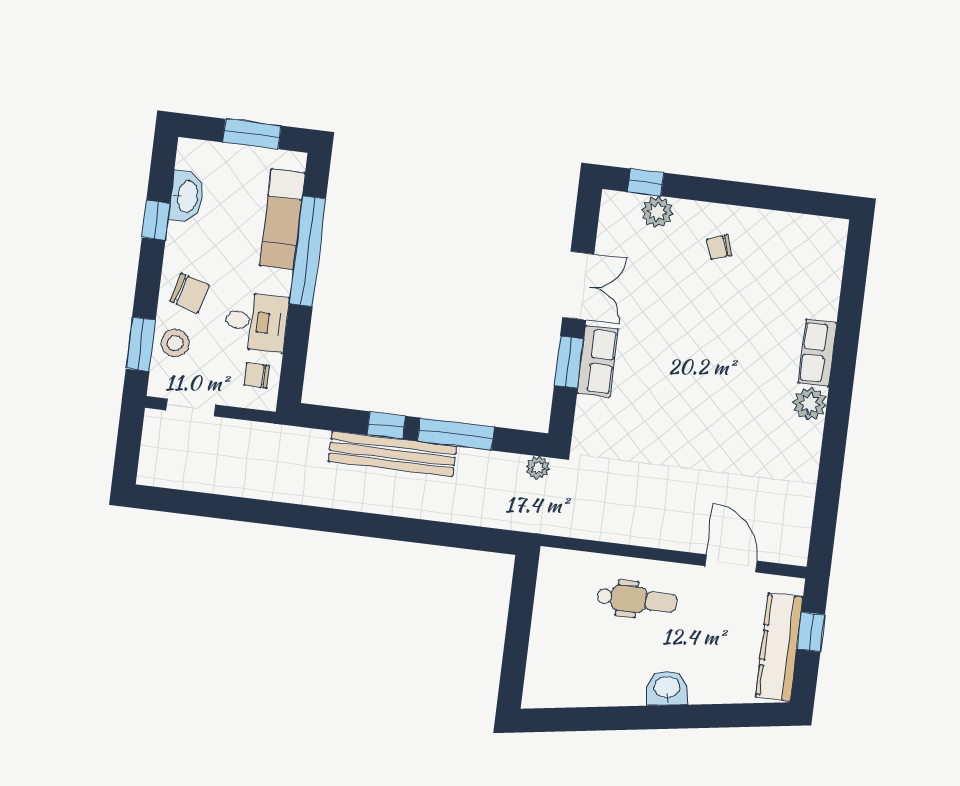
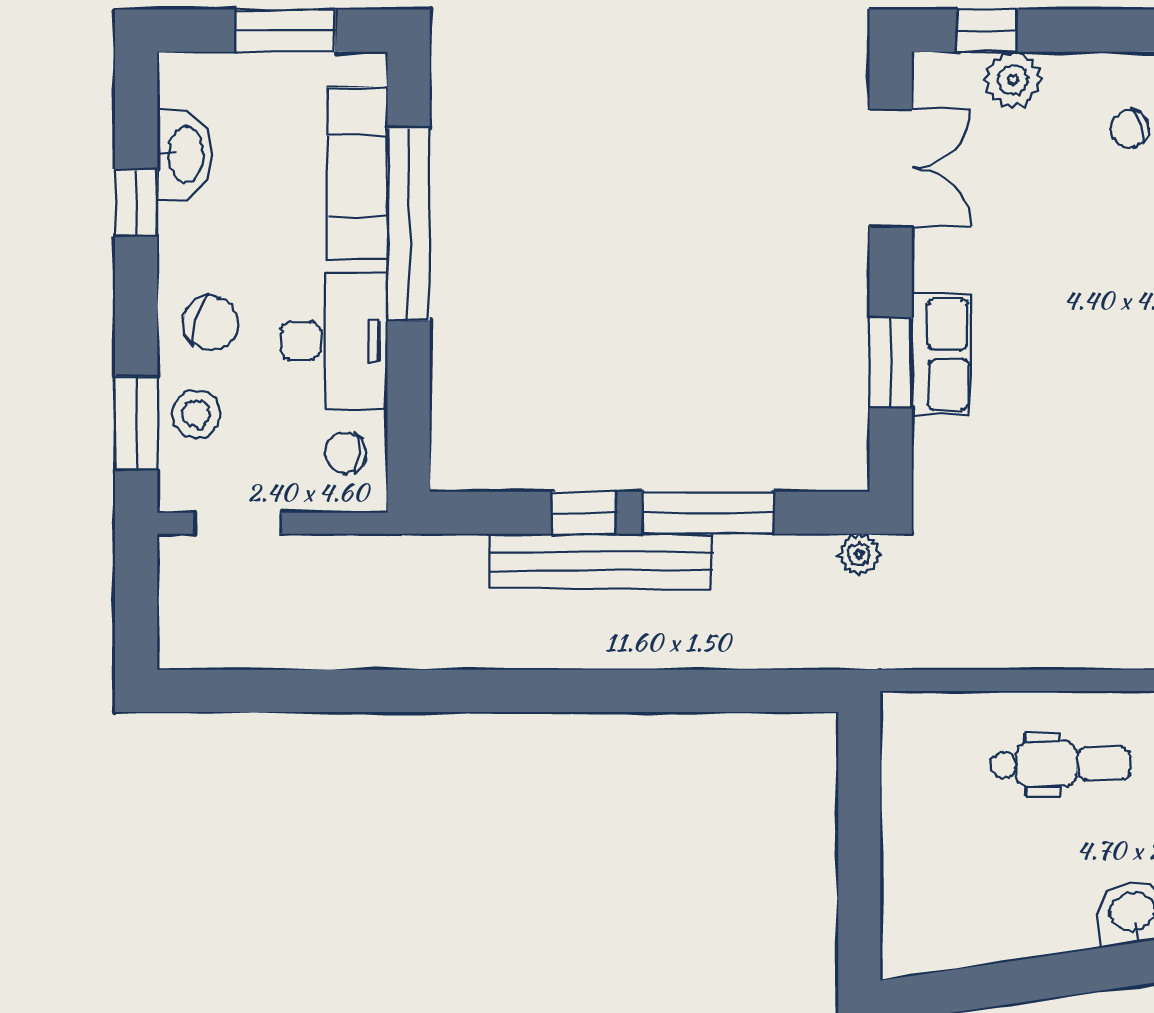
double door: (578, 286) -> (891, 168), moved
desk: (256, 322) -> (334, 341), width x1.37

